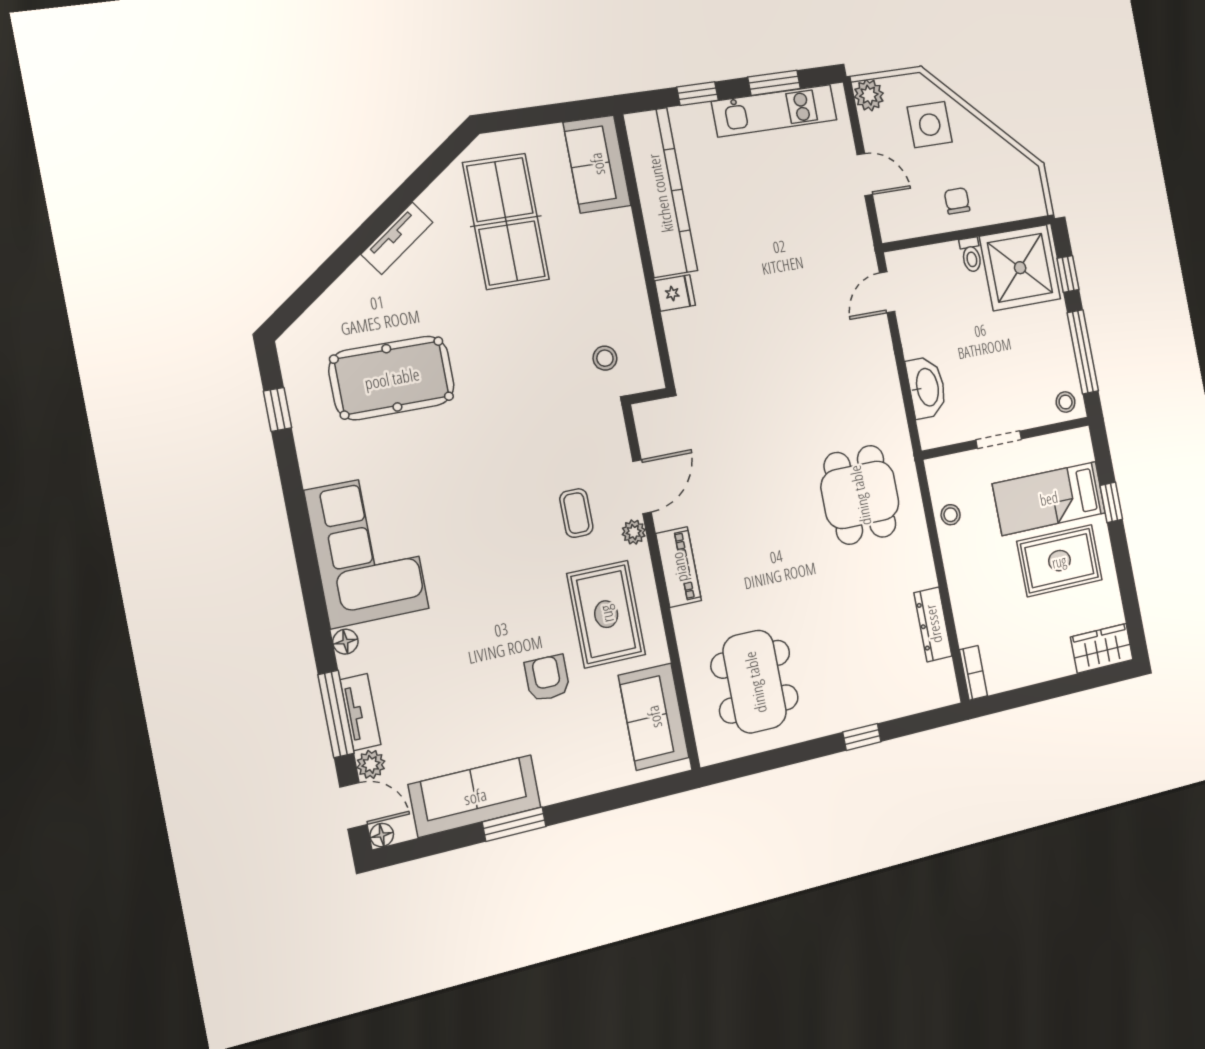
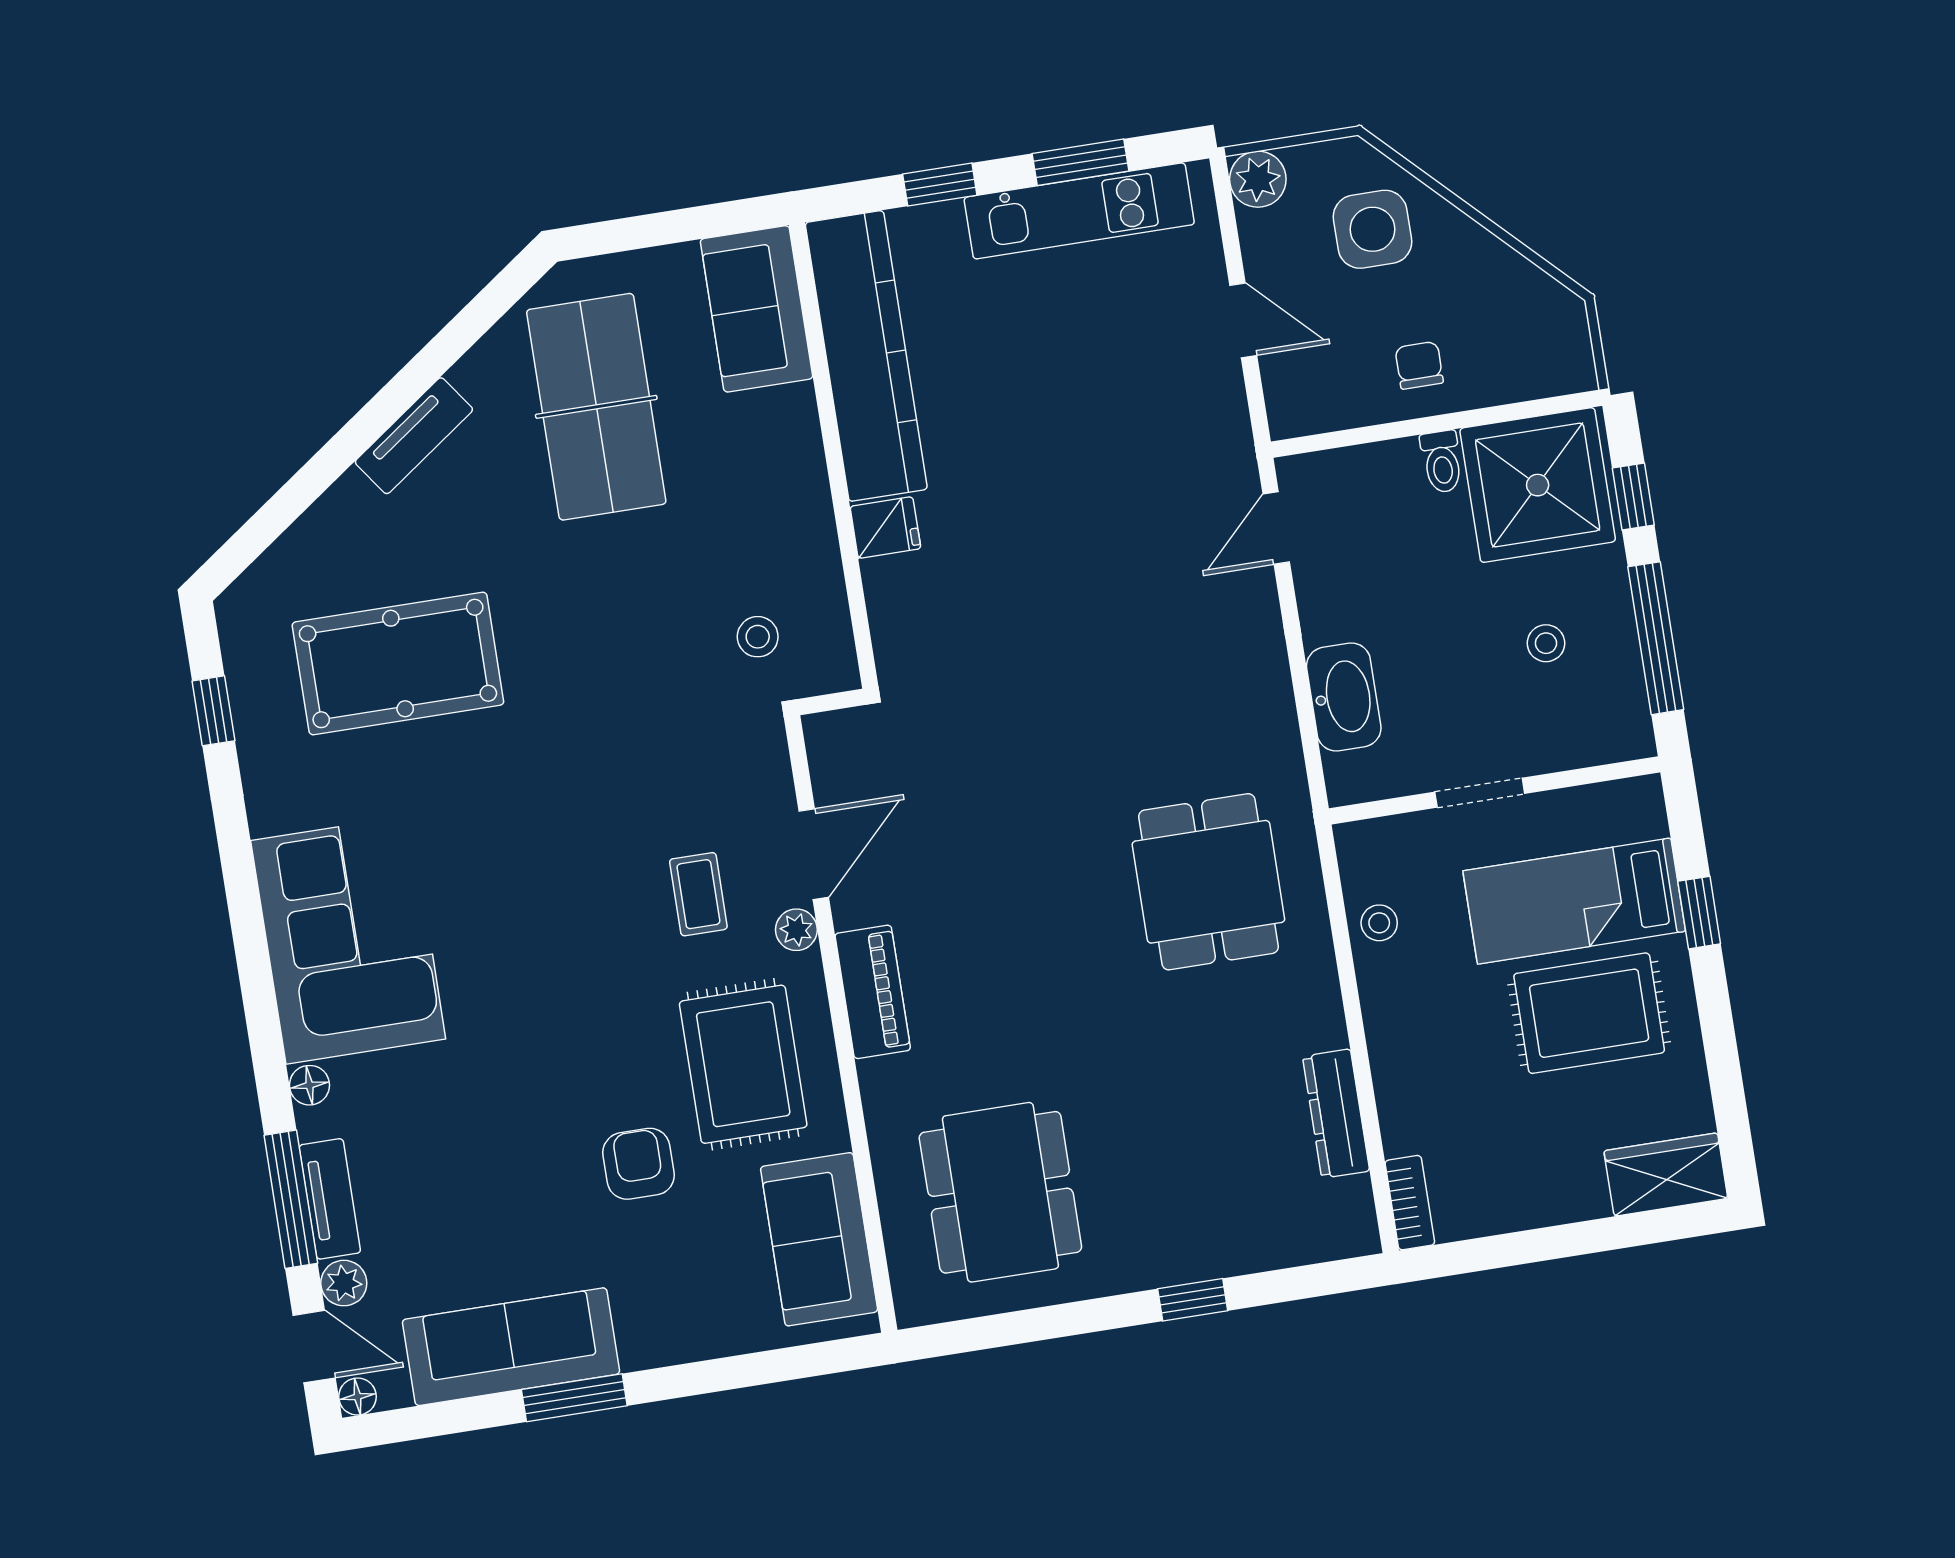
stool: (1066, 402) -> (1546, 643), moved

